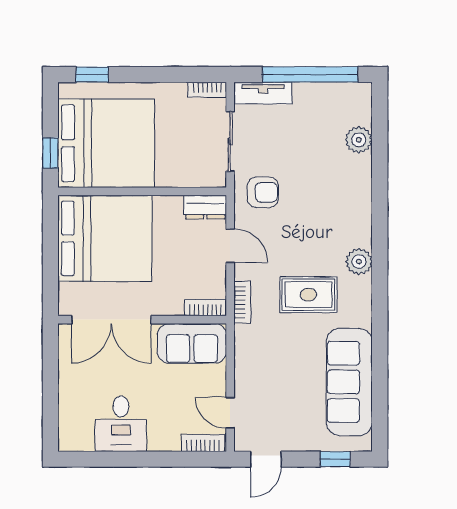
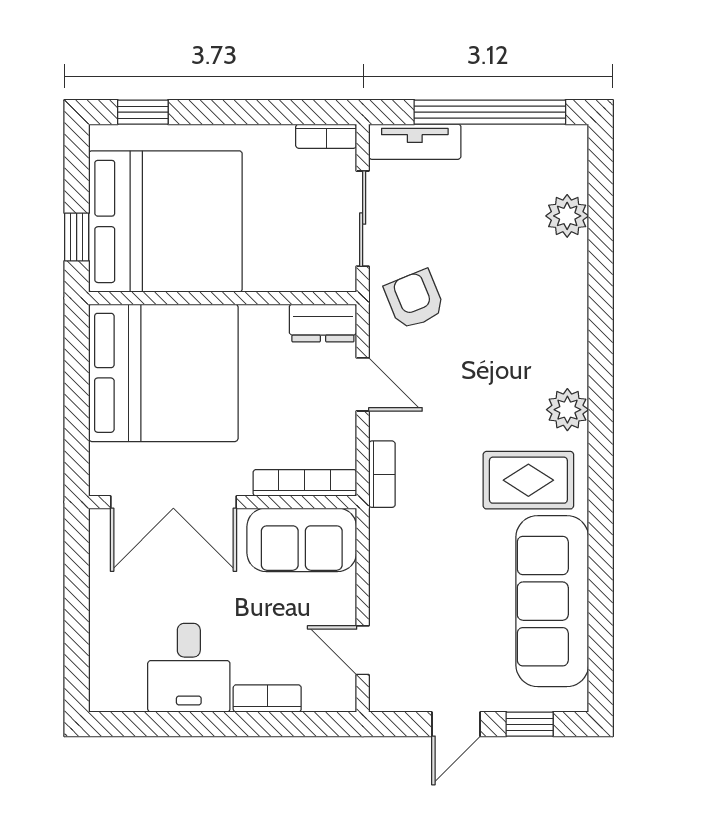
armchair: (263, 192) -> (414, 300), turned -112
rug: (308, 295) -> (528, 480), moved
bookcase: (206, 308) -> (305, 483), width x1.56
bookcase: (203, 443) -> (267, 698), moved
door: (266, 459) -> (456, 724), moved

